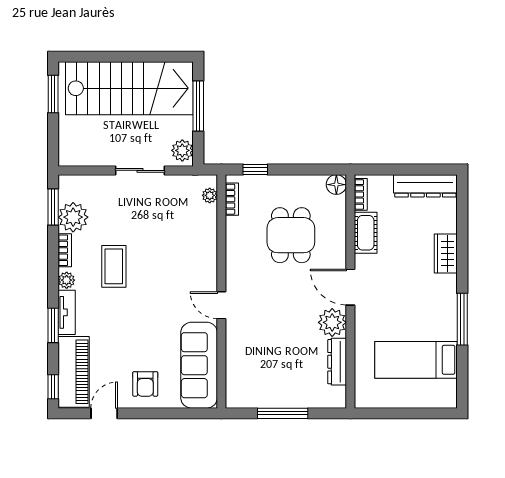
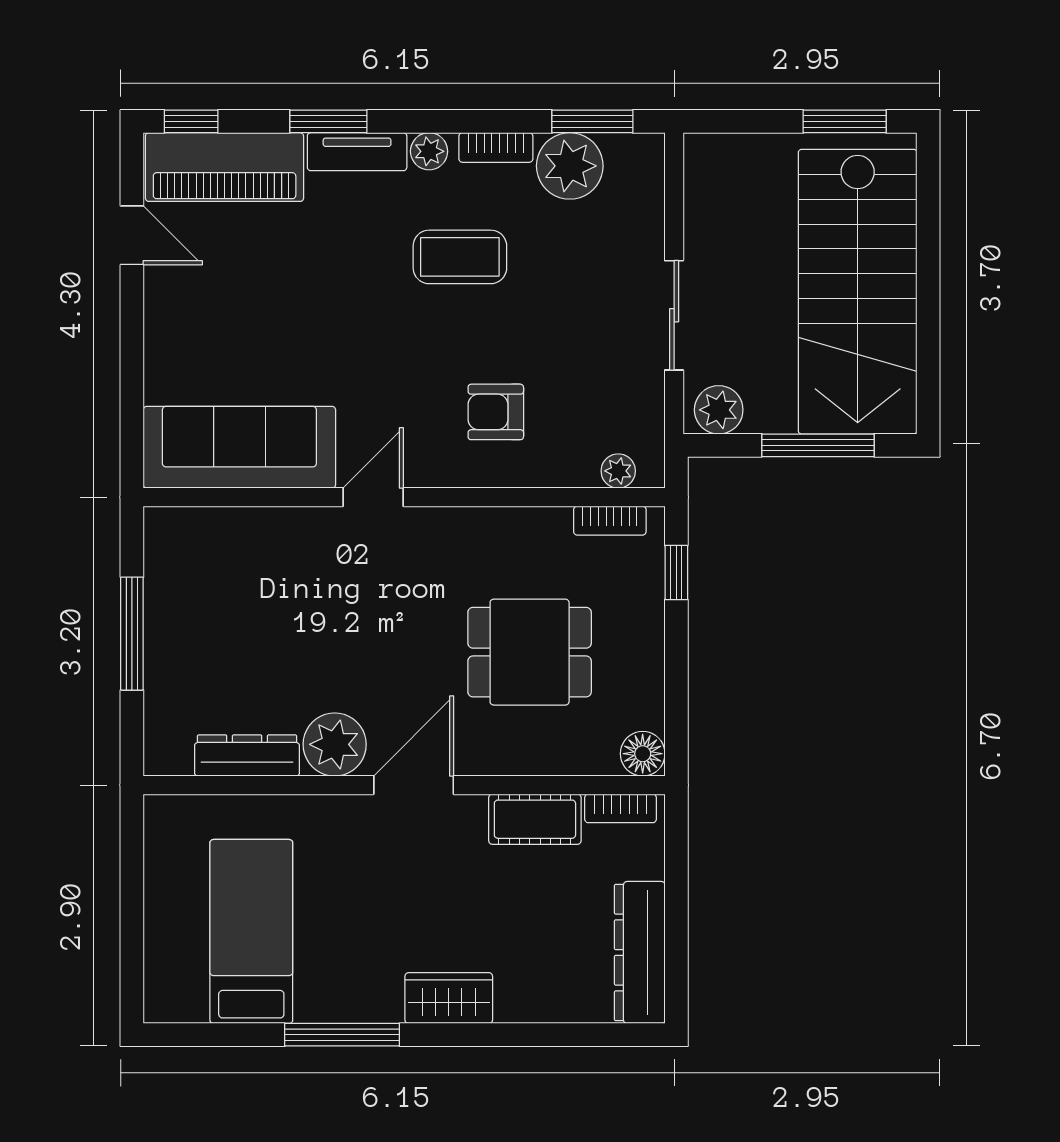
wardrobe: (446, 253) -> (449, 998), moved
armchair: (145, 384) -> (496, 412), moved

